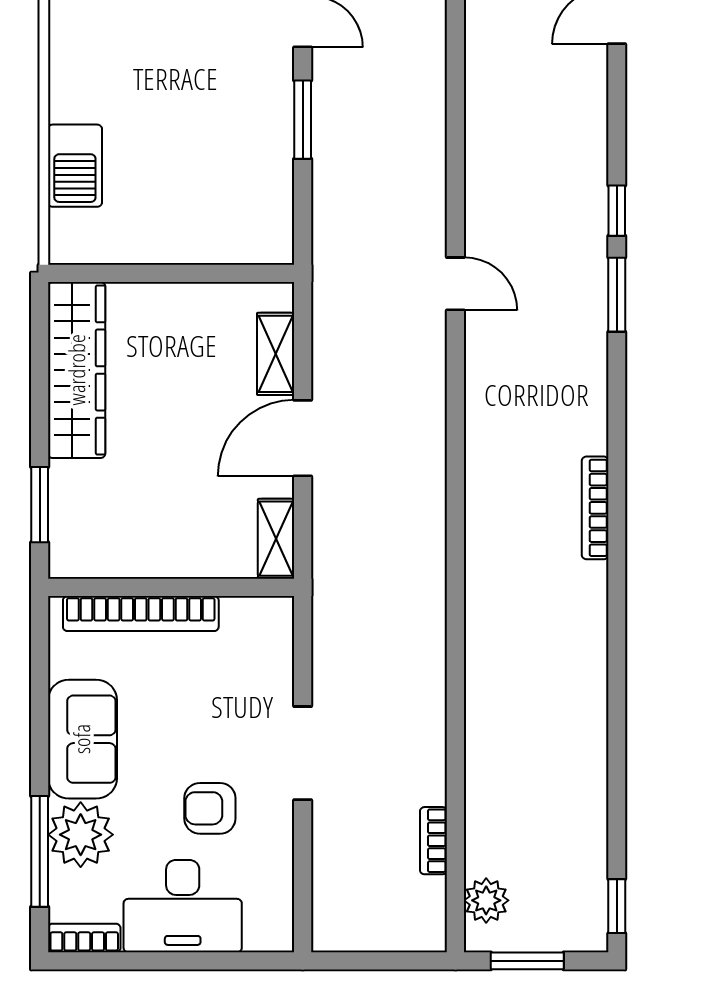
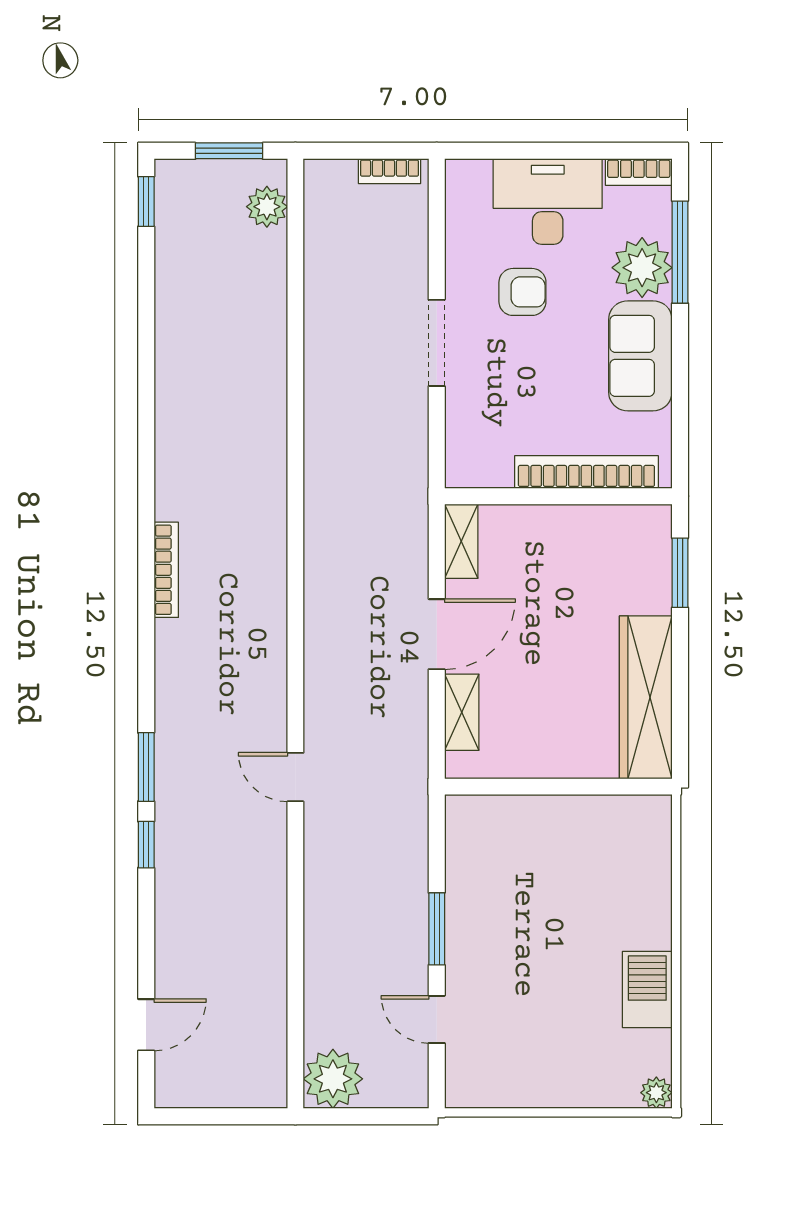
barbecue: (75, 166) -> (647, 990), moved
bookcase: (433, 841) -> (389, 171), moved, turned 90

